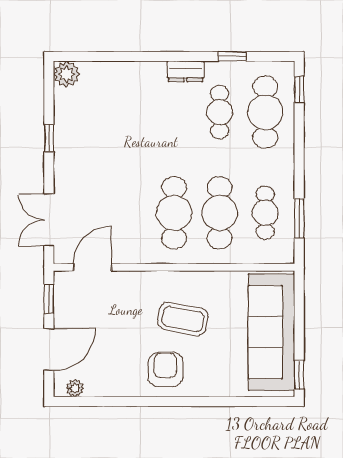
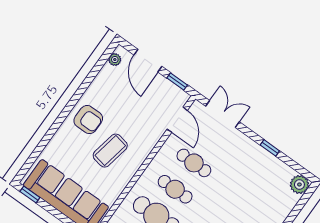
cafe table: (128, 213) -> (194, 163), added
cafe table: (174, 213) -> (175, 189), width x0.73, depth x0.74

